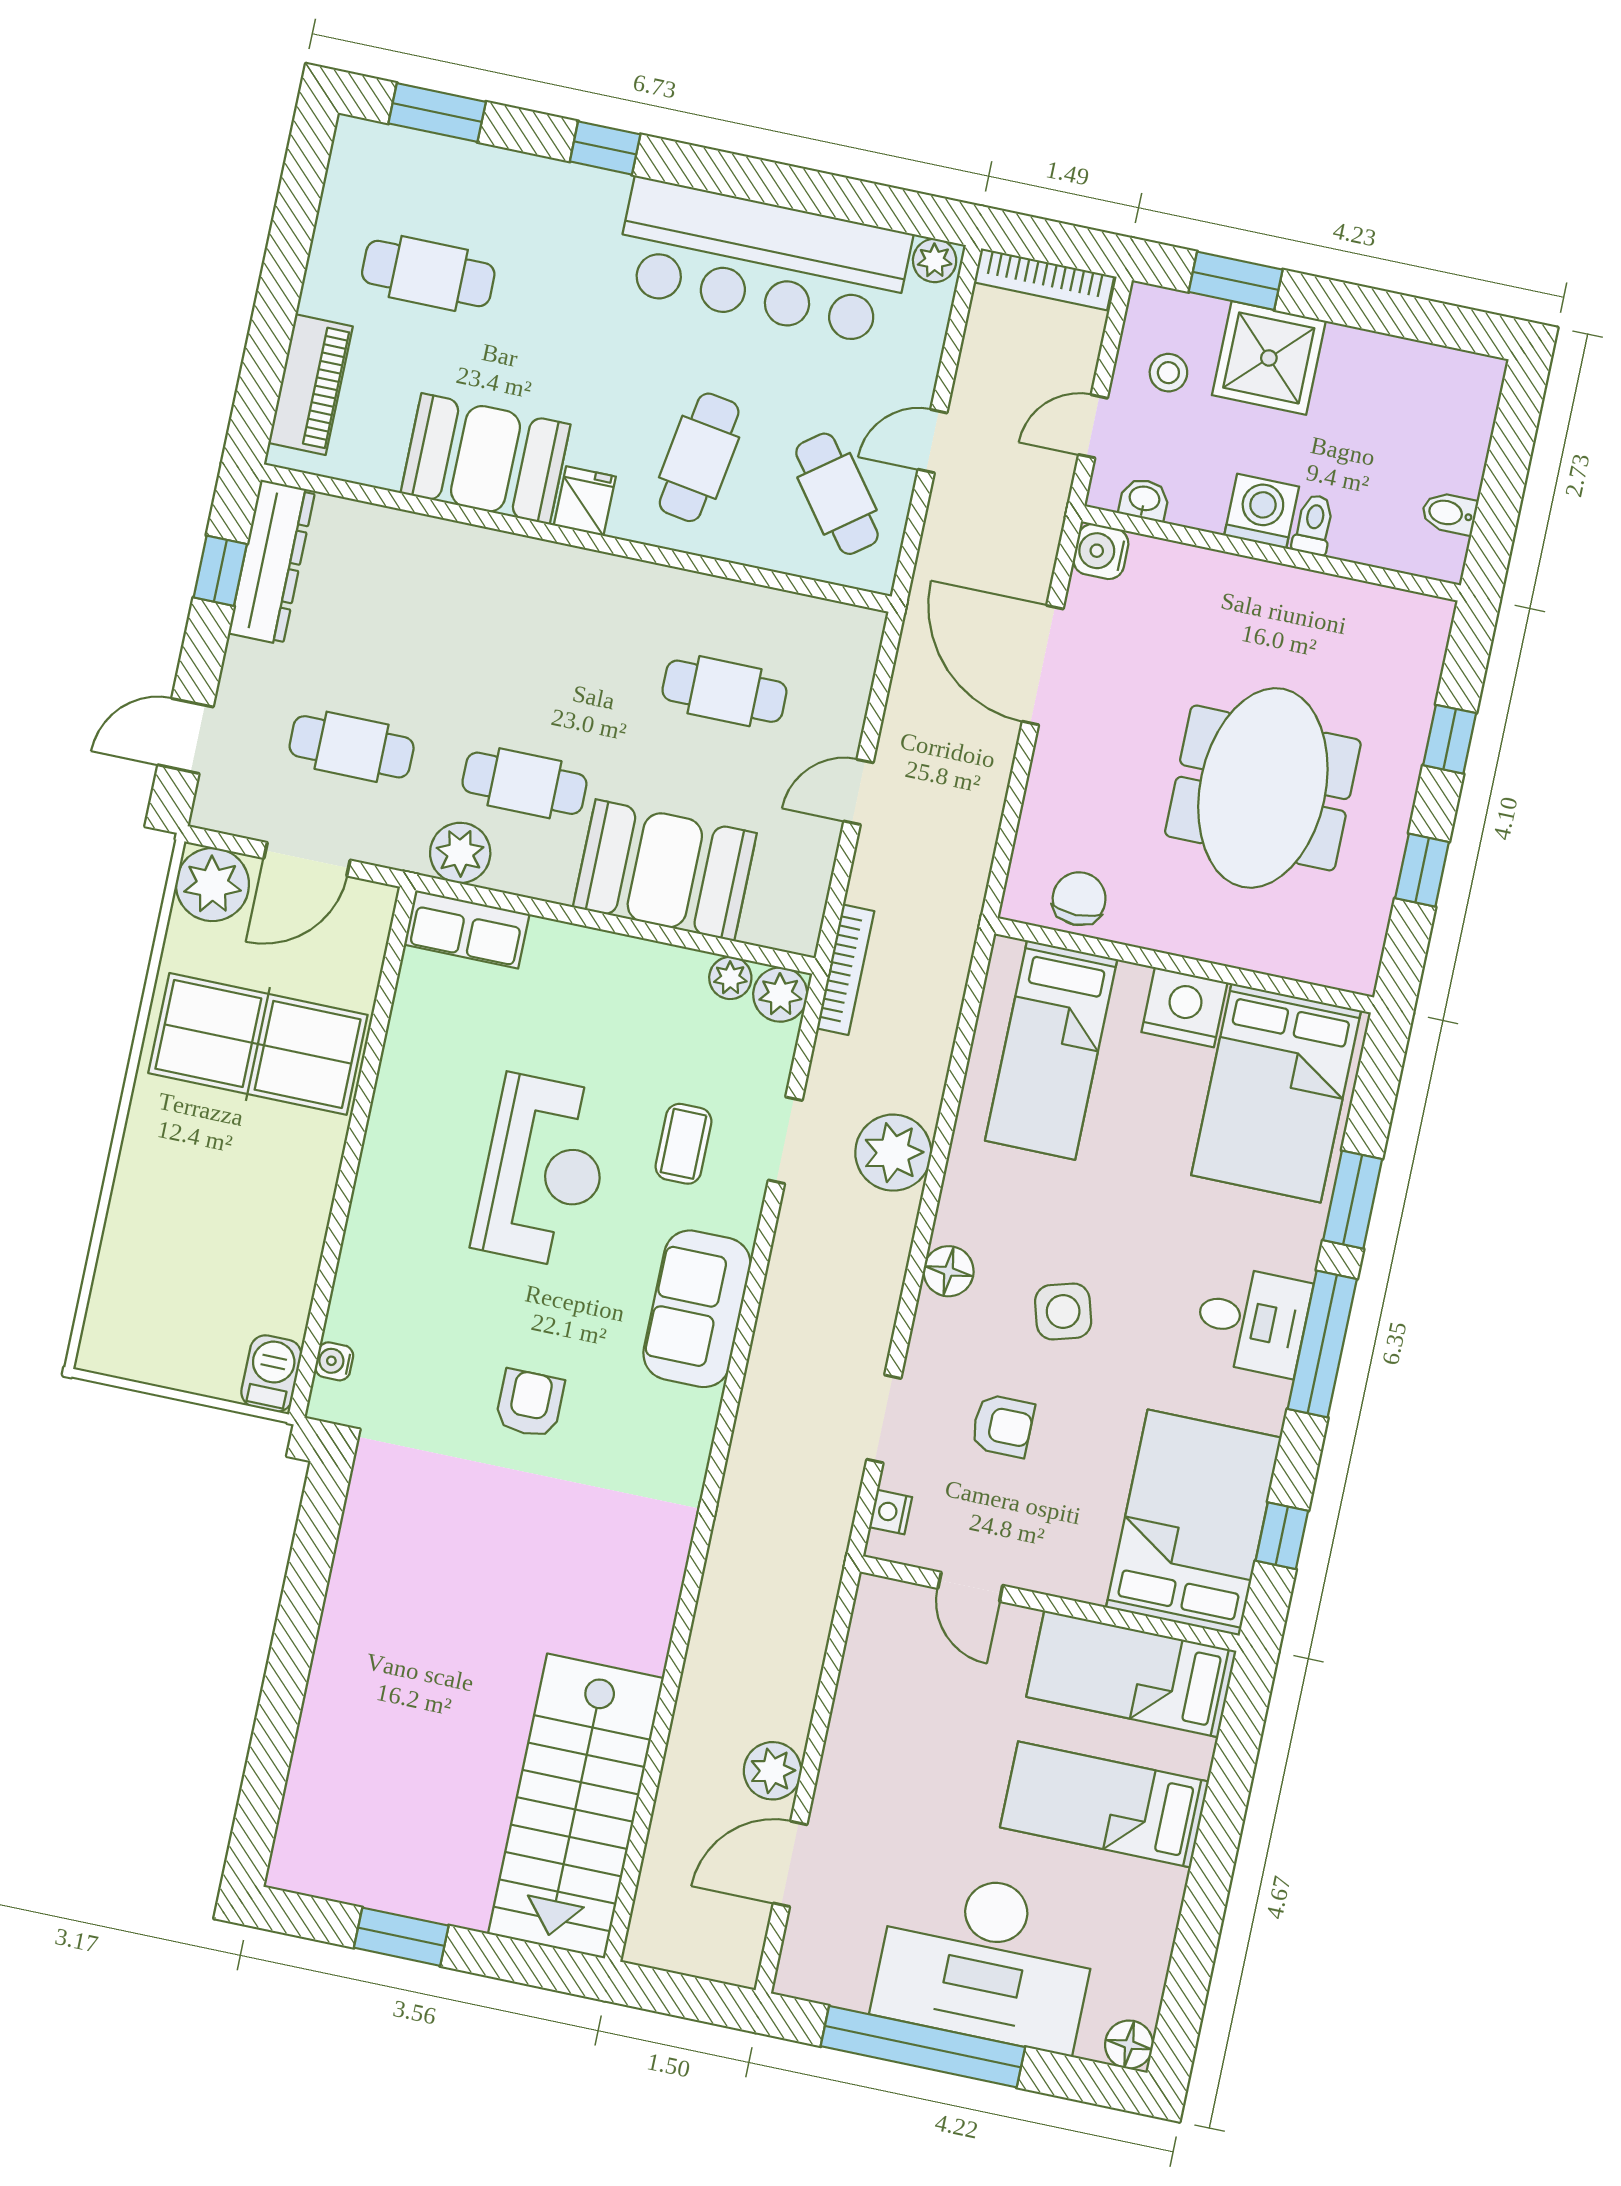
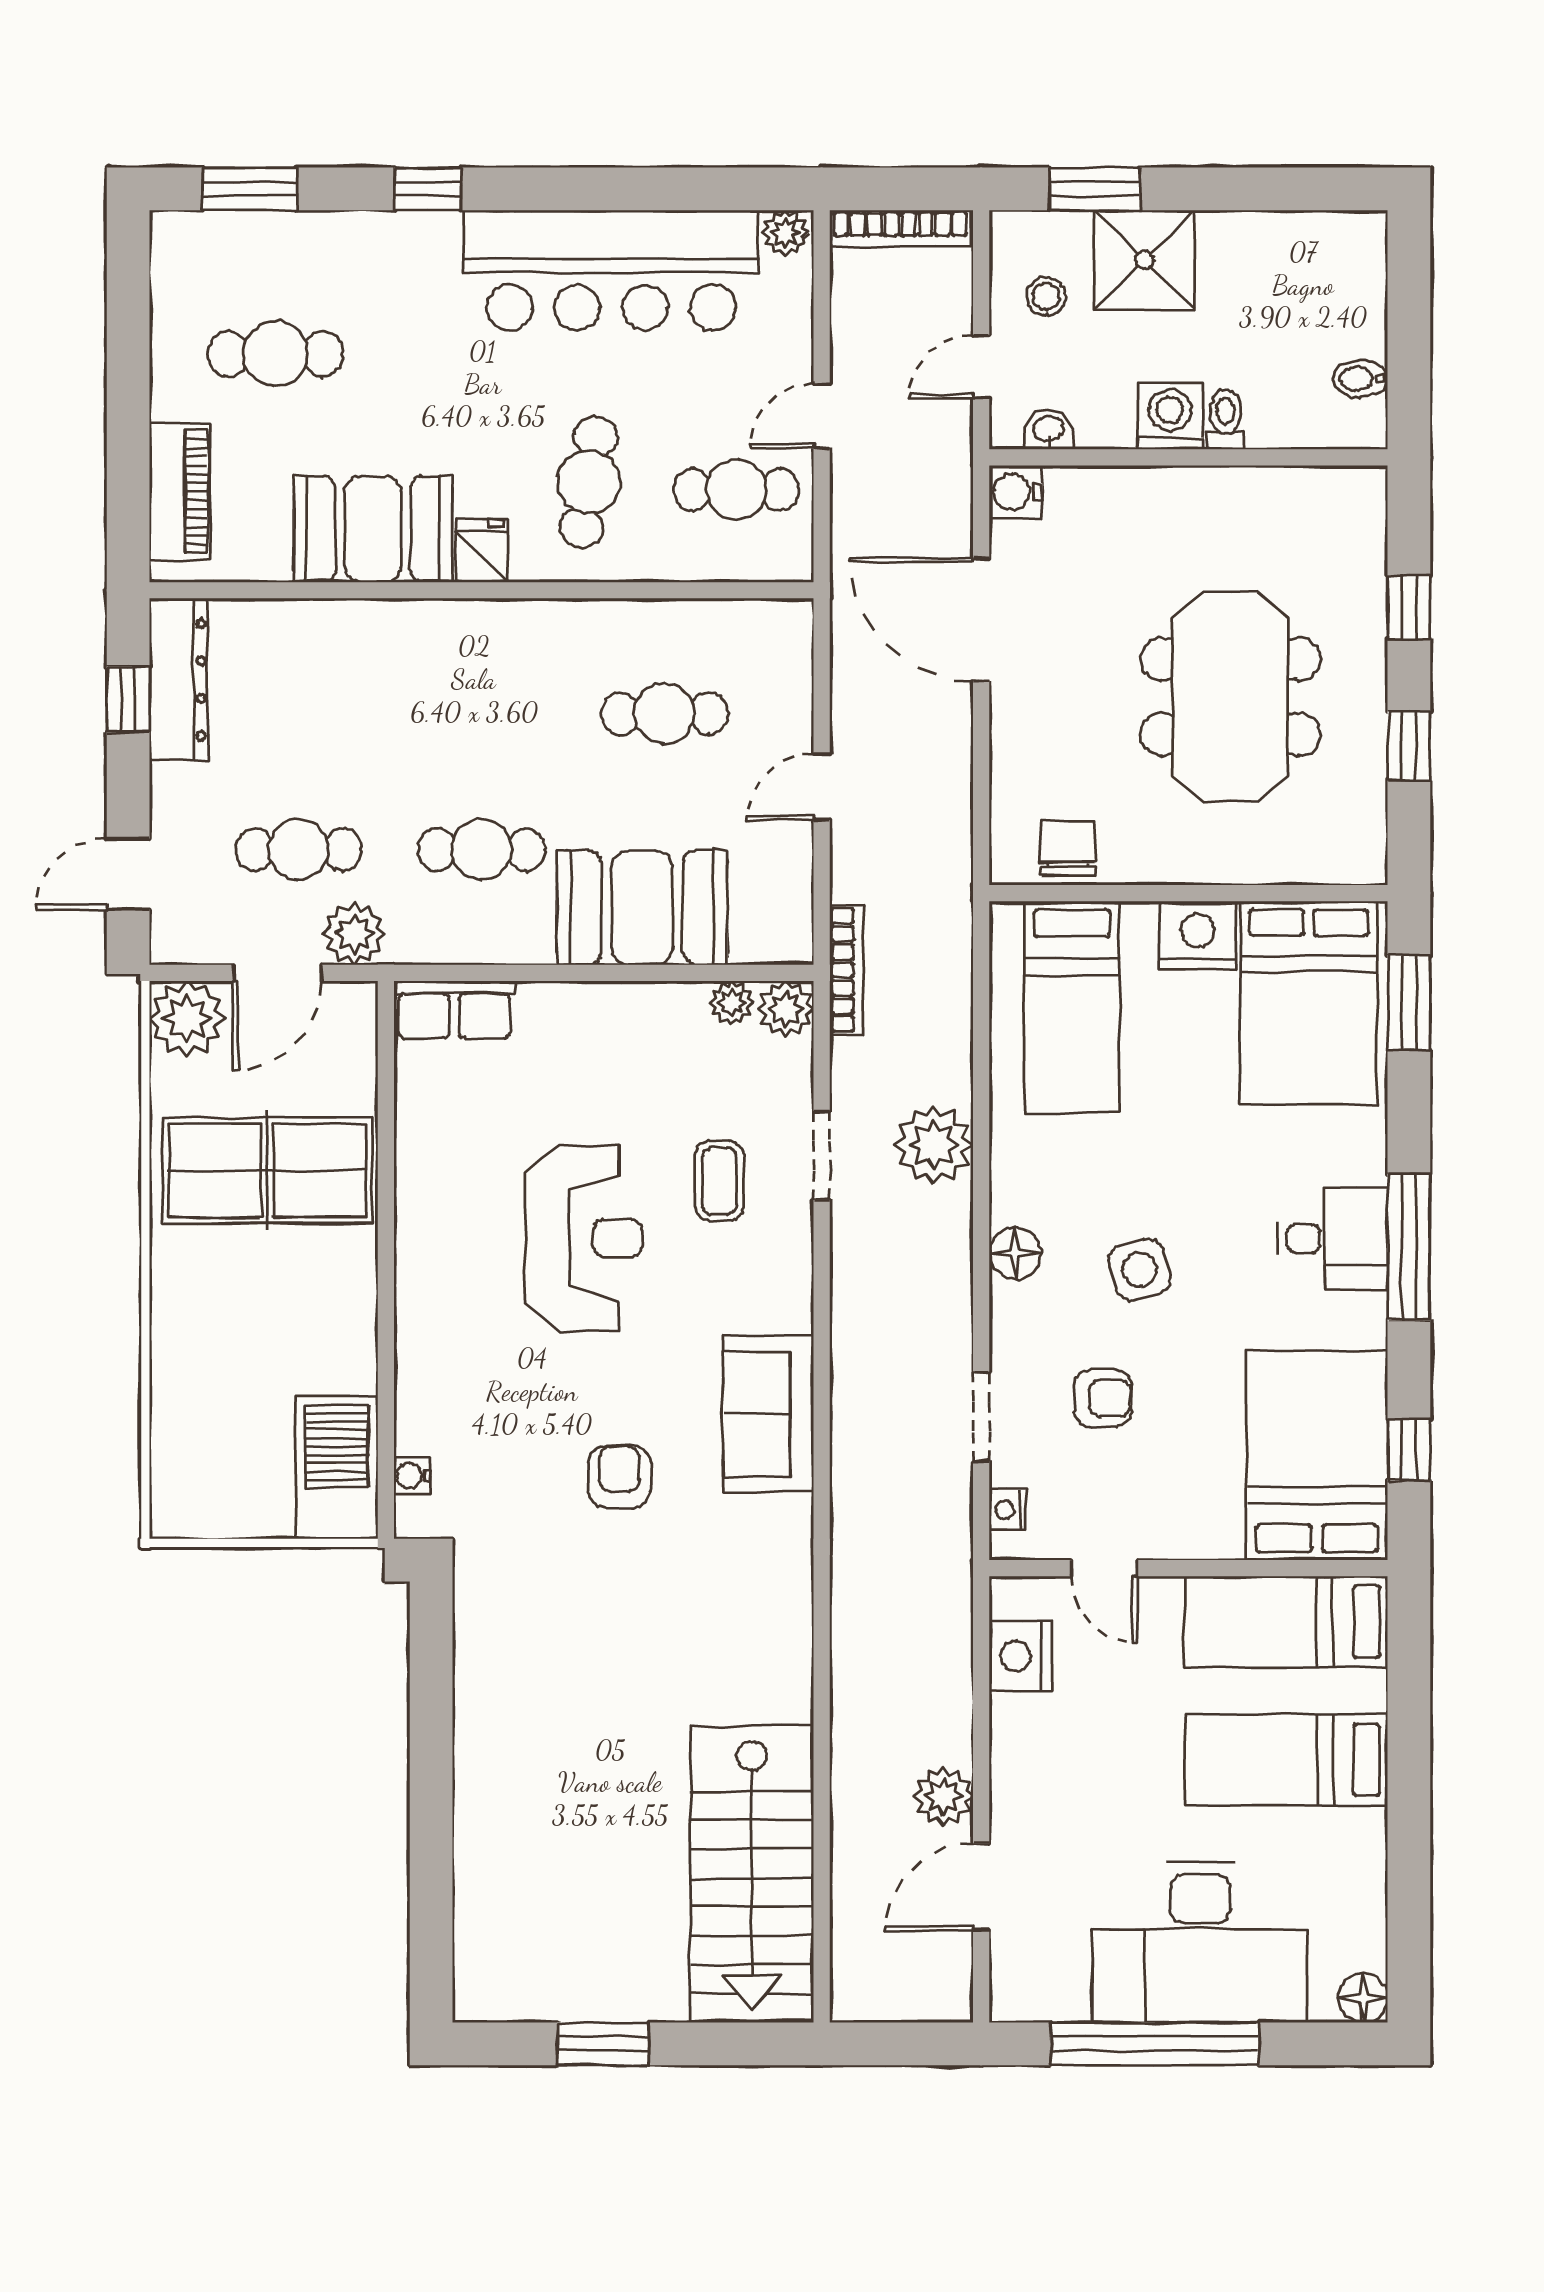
cafe table: (837, 494) -> (736, 490), turned -53
plant: (460, 853) -> (354, 934), moved
window: (1353, 1200) -> (1409, 1003), moved
sofa: (697, 1309) -> (768, 1414), moved
barbecue: (271, 1373) -> (337, 1468), width x1.88, depth x1.53
nightstand: (873, 1653) -> (1021, 1656), added

